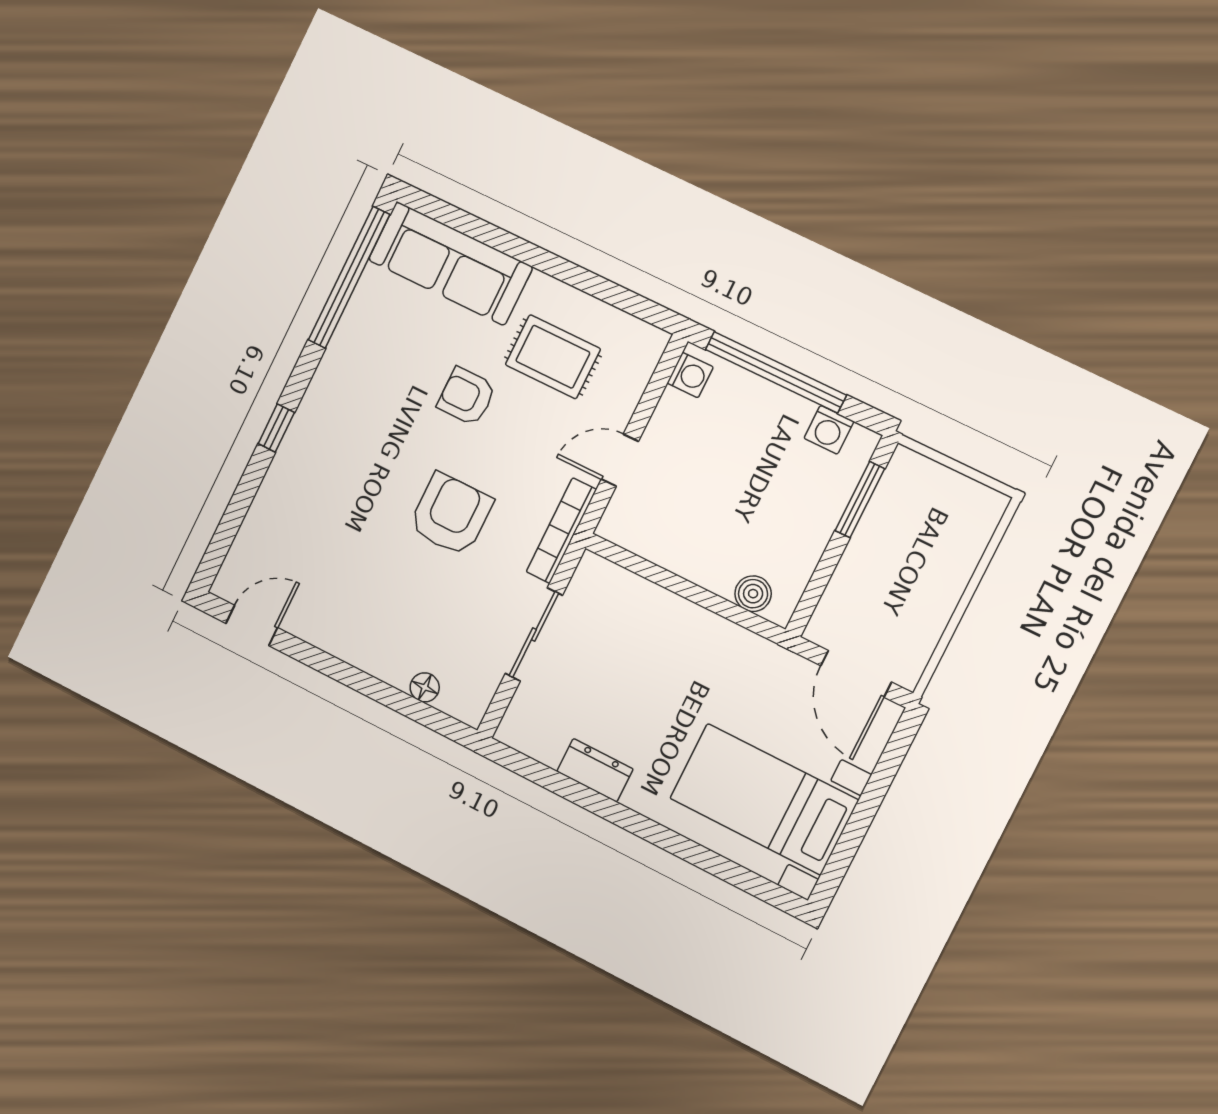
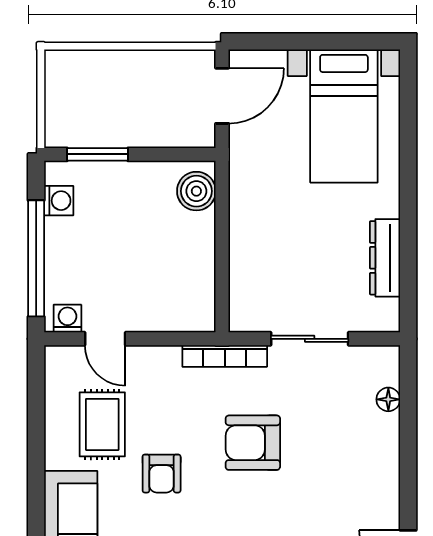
door: (620, 460) -> (105, 339), moved
boiler: (753, 594) -> (196, 191), width x1.36, depth x1.36
dresser: (595, 770) -> (385, 258), width x1.44

